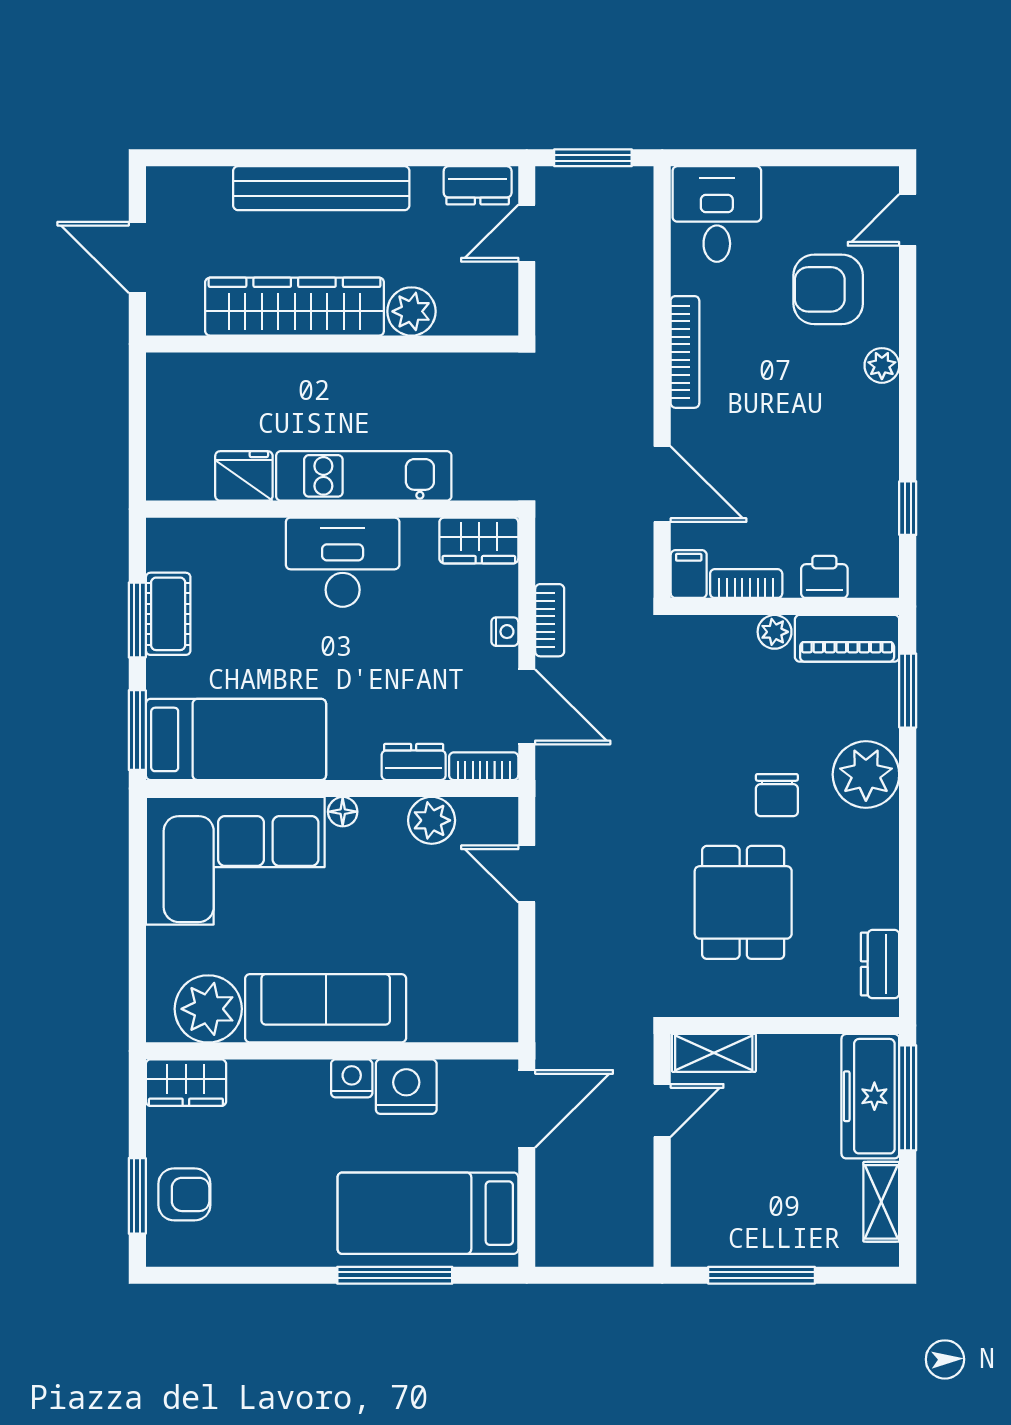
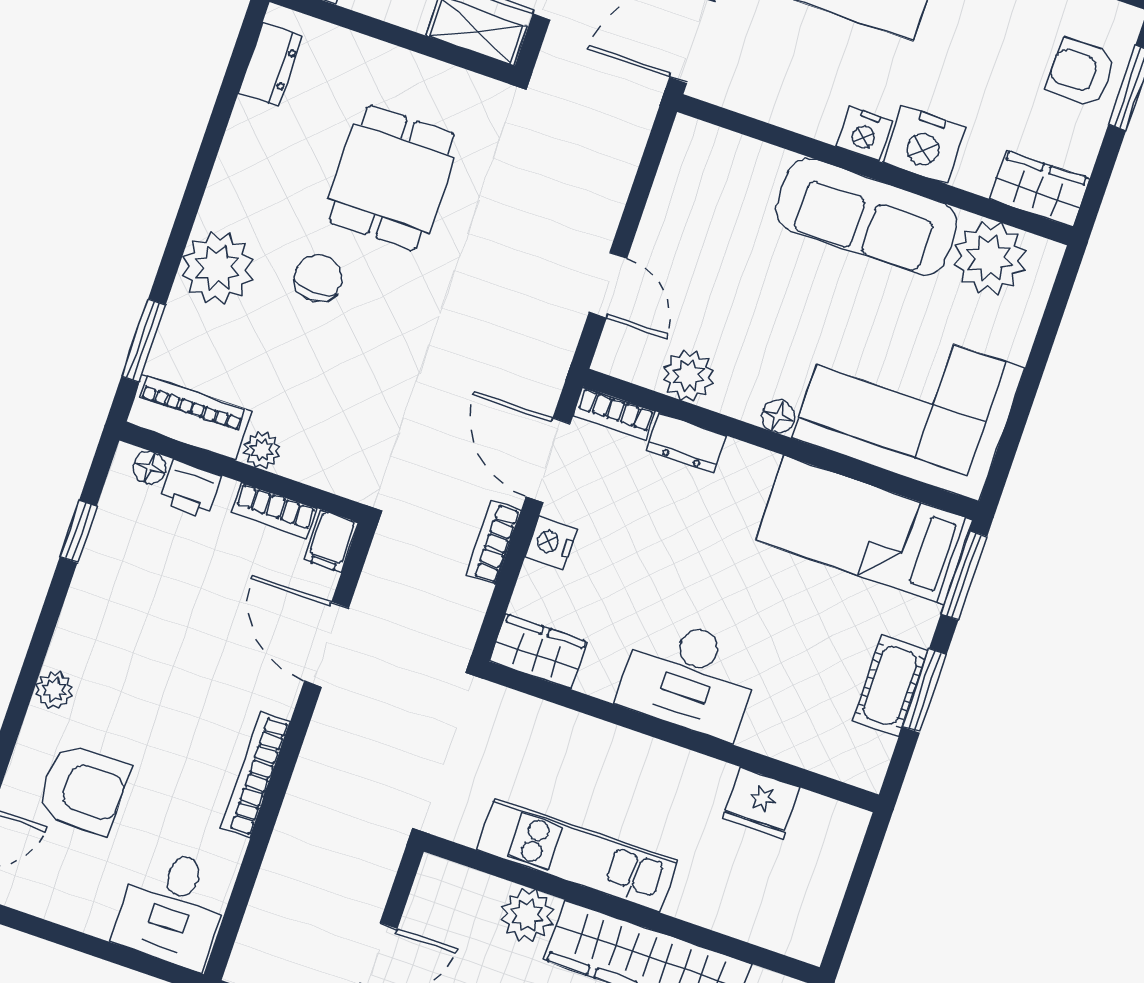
kitchen unit: (364, 476) -> (577, 855), moved, turned 180
floor lamp: (866, 583) -> (149, 468), added
nightstand: (505, 632) -> (551, 543), width x1.39, depth x1.35
nightstand: (406, 1087) -> (924, 145), moved

